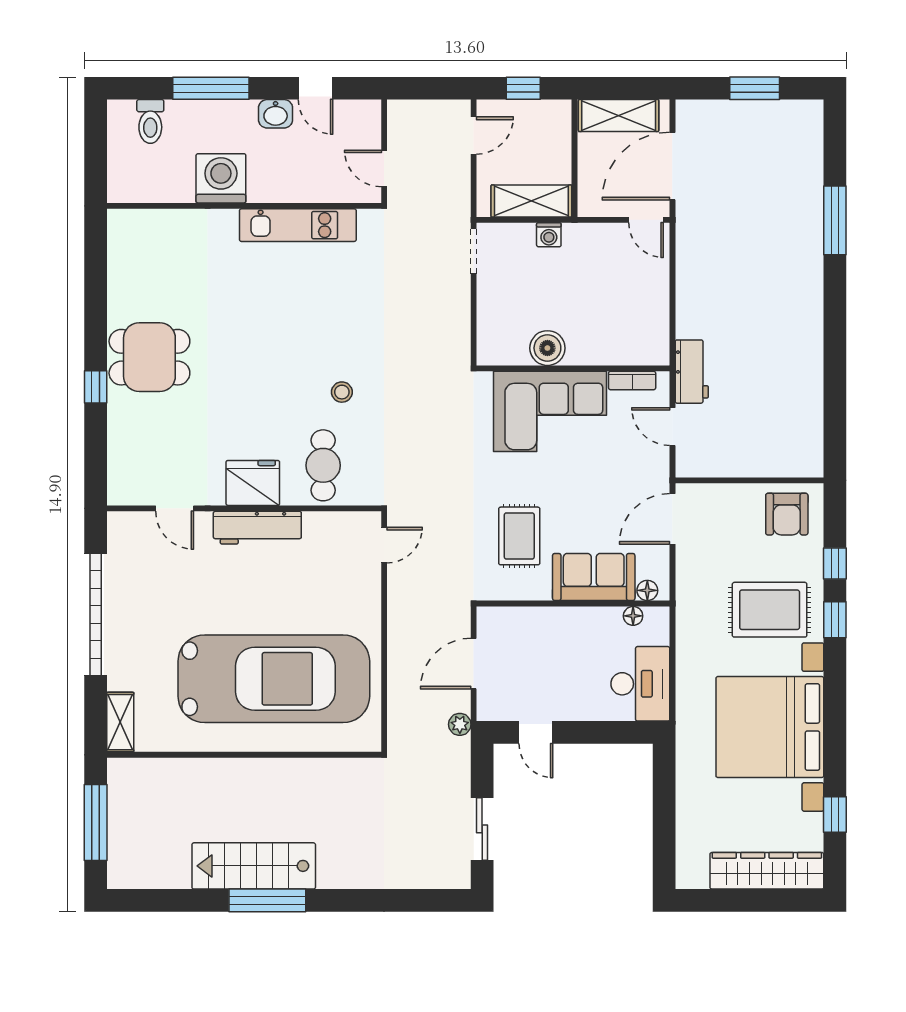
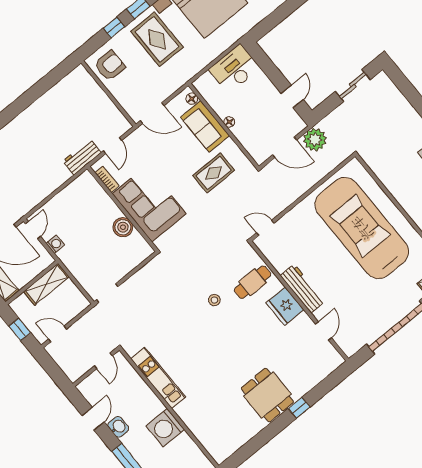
shelving: (531, 201) -> (46, 284), moved, turned 90
washing machine: (549, 235) -> (55, 244), moved
floor lamp: (633, 616) -> (229, 122), moved
plant: (460, 724) -> (315, 140), width x1.87, depth x1.87

